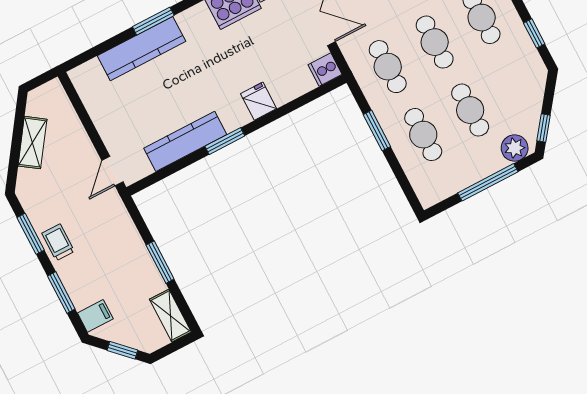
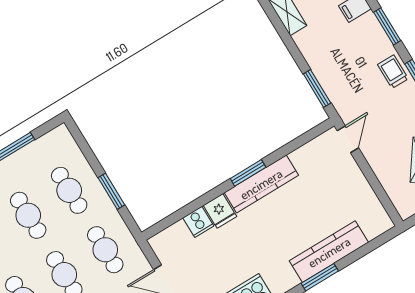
cooker: (325, 70) -> (198, 222), moved, turned 90
kitchen counter: (185, 141) -> (261, 184), moved
trolley: (58, 242) -> (393, 72), turned 180
window: (160, 262) -> (317, 89), moved

